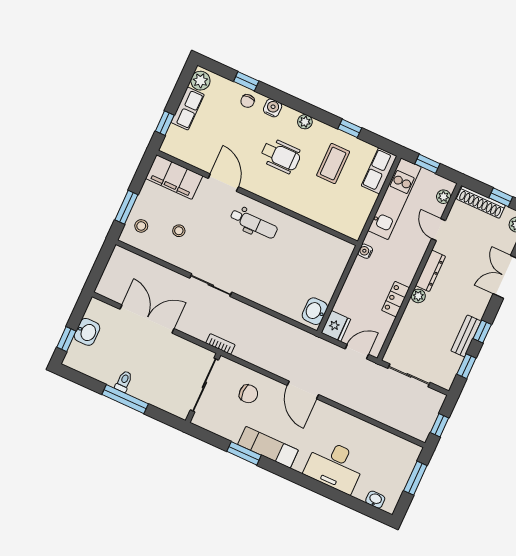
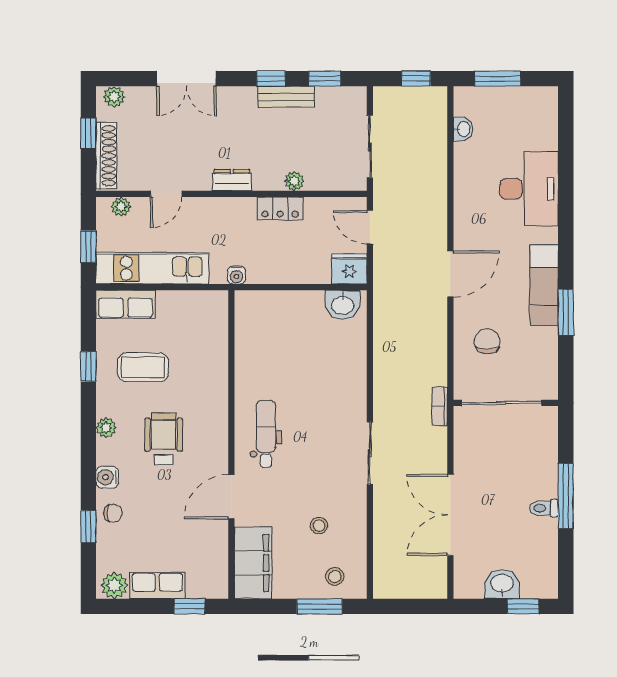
dresser: (431, 271) -> (232, 180), width x0.70
plant: (418, 296) -> (294, 181), moved
washbasin: (375, 500) -> (463, 129), moved, turned 180

